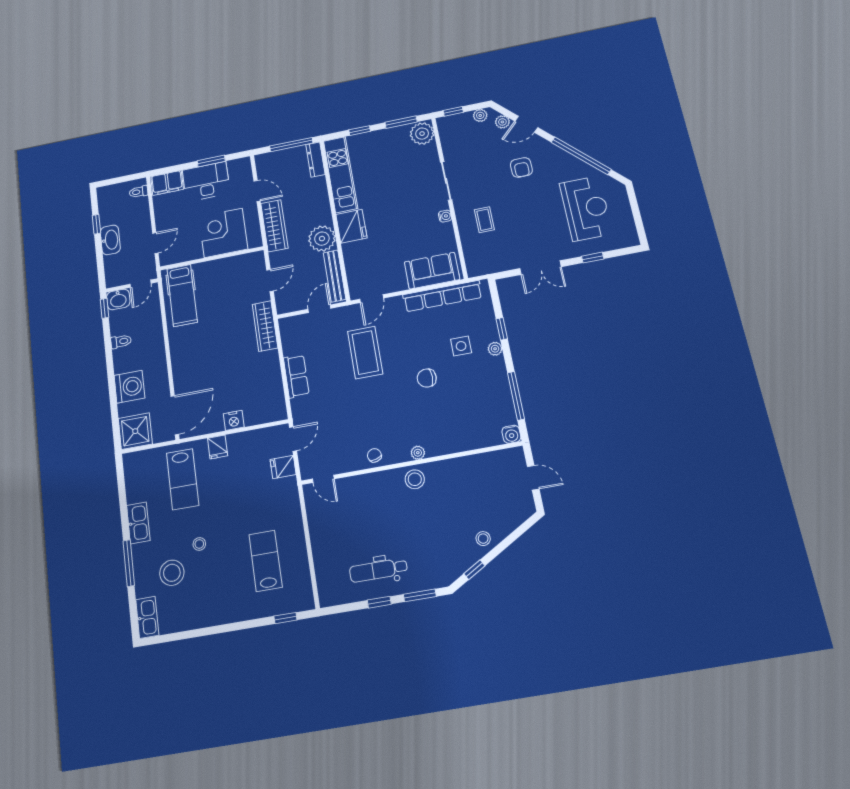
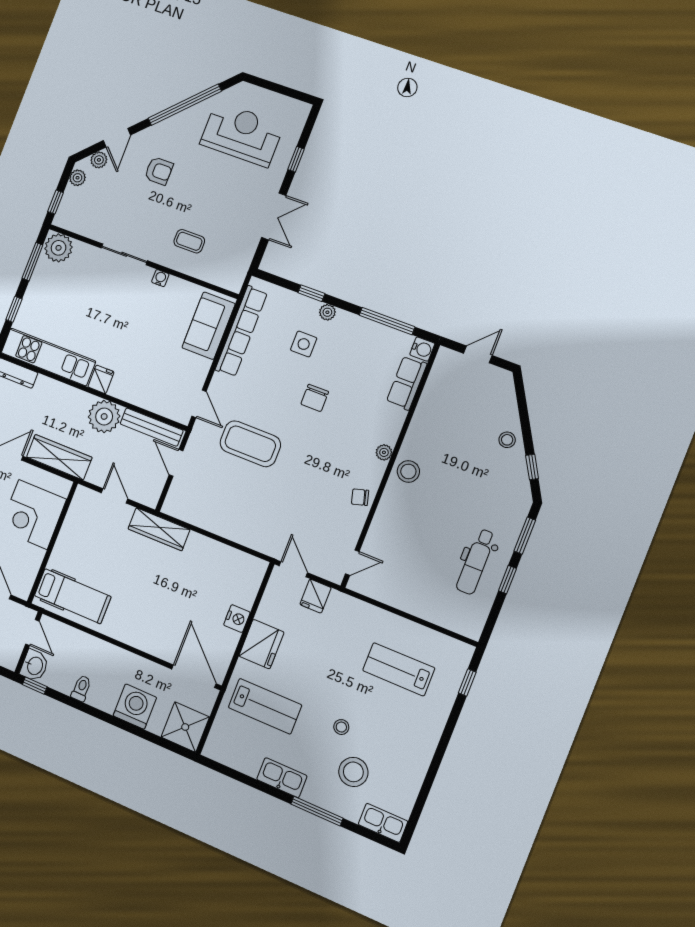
fridge: (351, 226) -> (101, 379), width x0.53, depth x0.75
row of seats: (296, 376) -> (407, 383), moved, turned -90
fridge: (218, 447) -> (261, 644), width x1.88, depth x1.34

